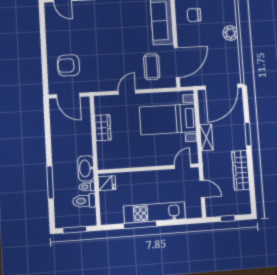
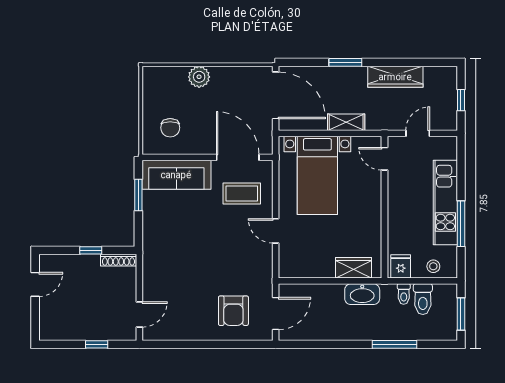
wardrobe: (103, 128) -> (354, 268), moved
washbasin: (86, 168) -> (362, 294), moved
stool: (108, 207) -> (433, 266), added

